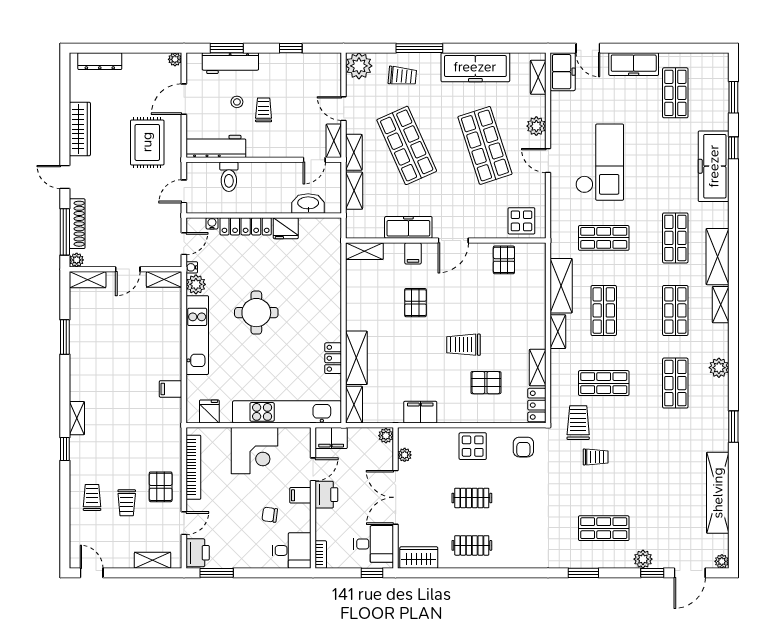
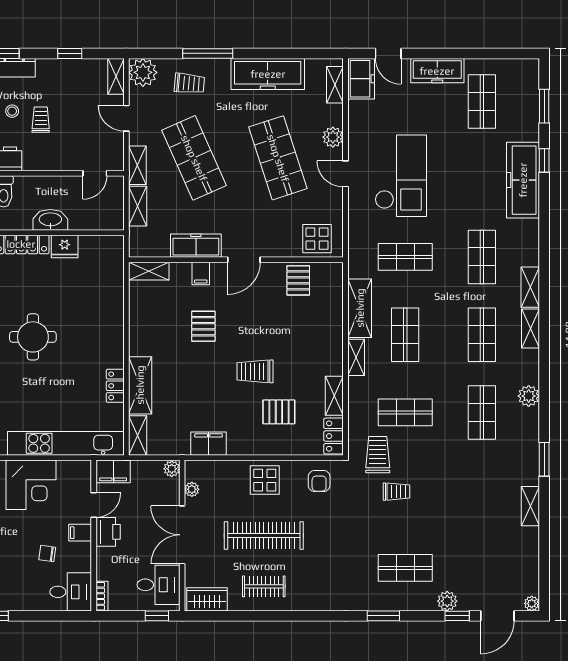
shelving: (334, 141) -> (116, 76), moved
washbasin: (308, 203) -> (50, 220), moved
shelving: (718, 257) -> (530, 287), width x0.67, depth x0.75
shelving: (718, 493) -> (530, 506), width x0.45, depth x0.75
clothes rail: (472, 498) -> (264, 536), width x1.86, depth x1.31

